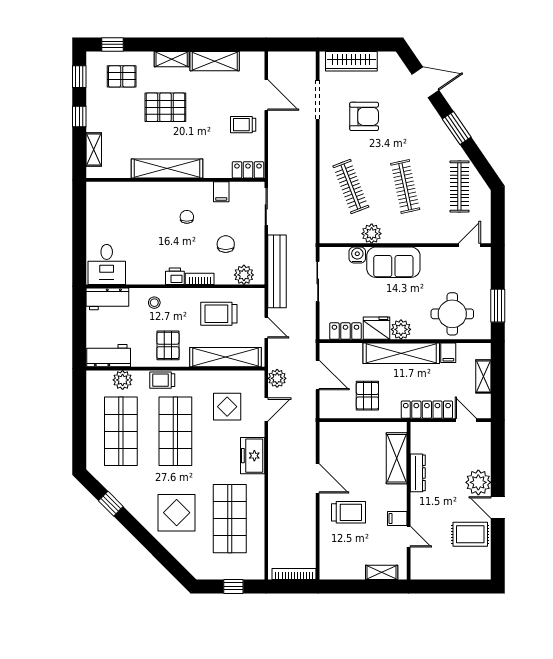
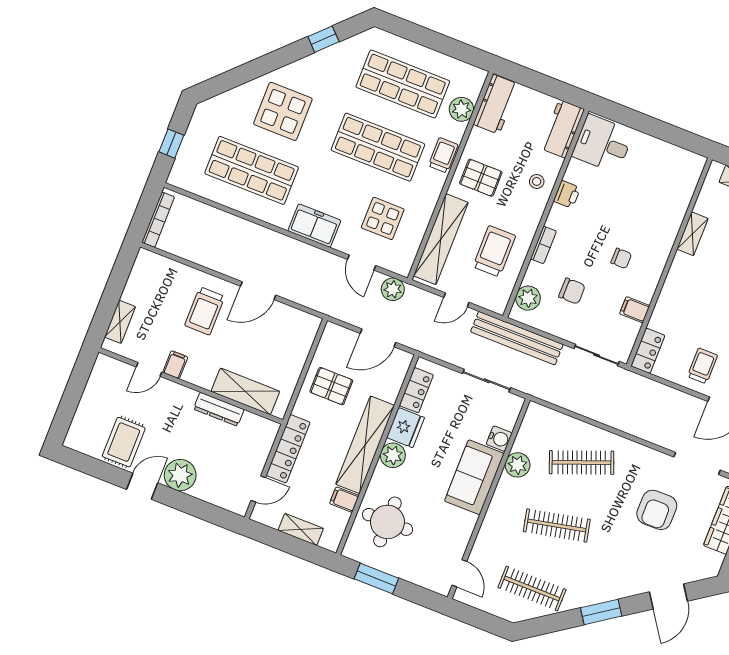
shelving: (167, 169) -> (692, 234), width x0.45, depth x0.75
printer: (175, 276) -> (567, 194), moved

